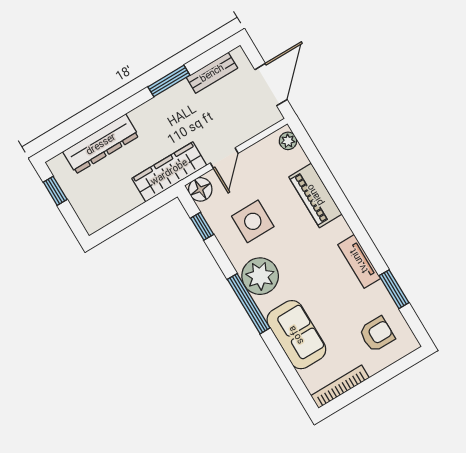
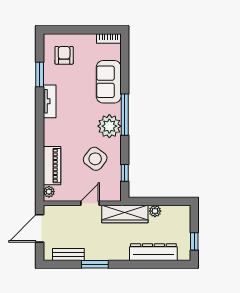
floor lamp: (200, 189) -> (114, 194), removed
piano: (315, 195) -> (52, 166), moved
plant: (132, 200) -> (155, 211), added
side table: (253, 221) -> (95, 159), turned 37
armchair: (377, 334) -> (64, 55), turned 90
bookcase: (340, 387) -> (109, 38), width x0.64

